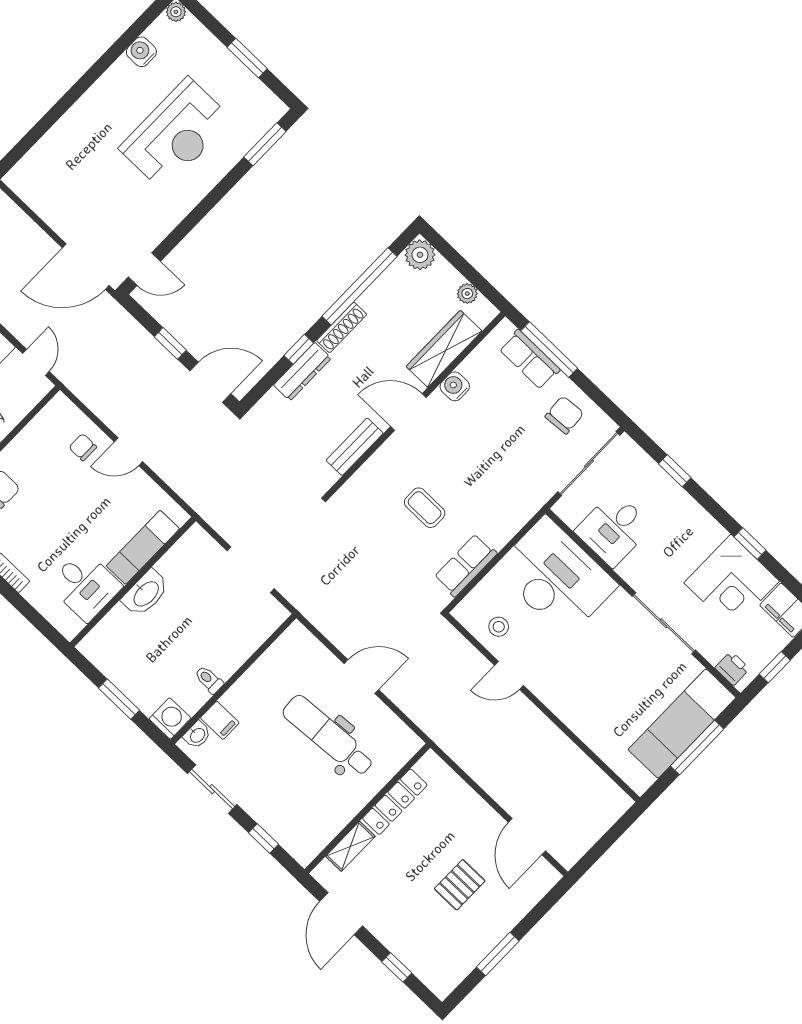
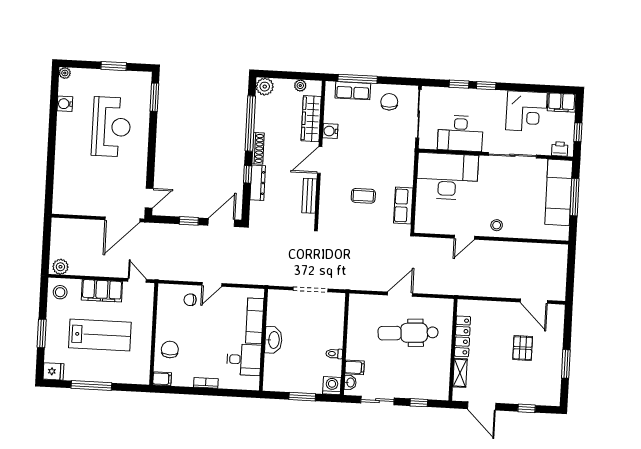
desk: (614, 529) -> (460, 133), width x1.37
window: (750, 544) -> (486, 86), moved
stool: (499, 627) -> (497, 225), moved

